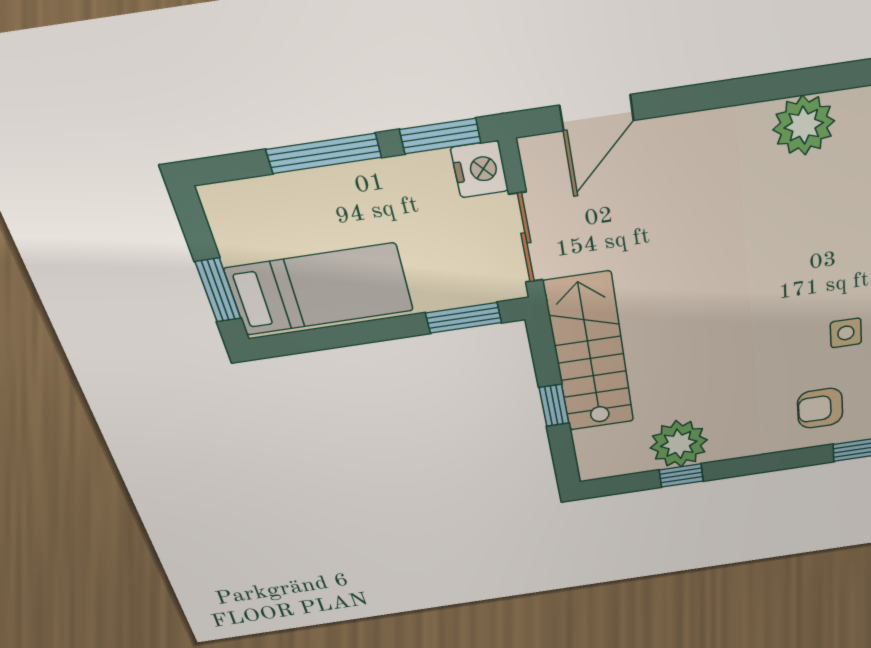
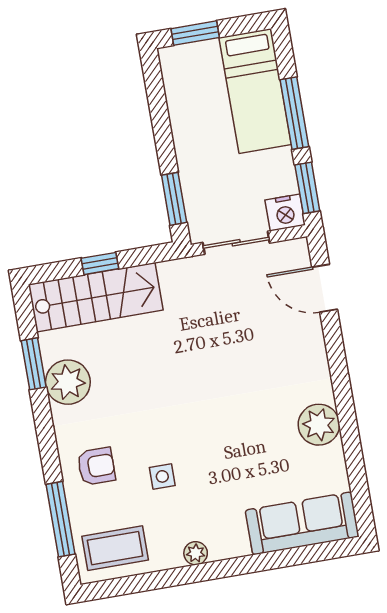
bed: (320, 290) -> (255, 91), moved
stairs: (590, 353) -> (96, 297), moved
armchair: (820, 408) -> (96, 466), turned 90
plant: (679, 444) -> (68, 382), moved
window: (681, 476) -> (34, 364), width x1.50

